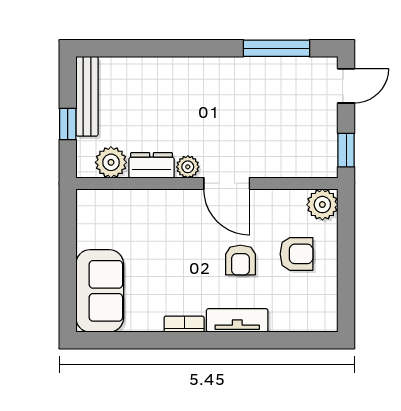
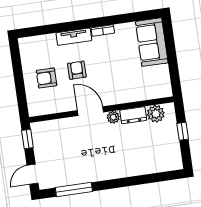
bench: (87, 96) -> (174, 148), removed
plant: (322, 205) -> (36, 107), removed

